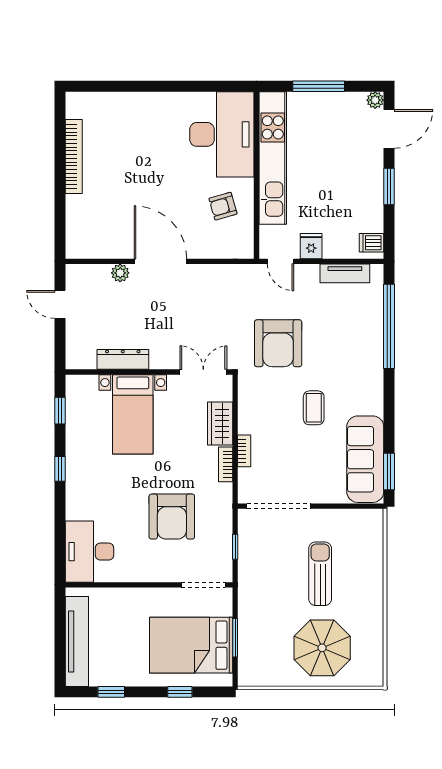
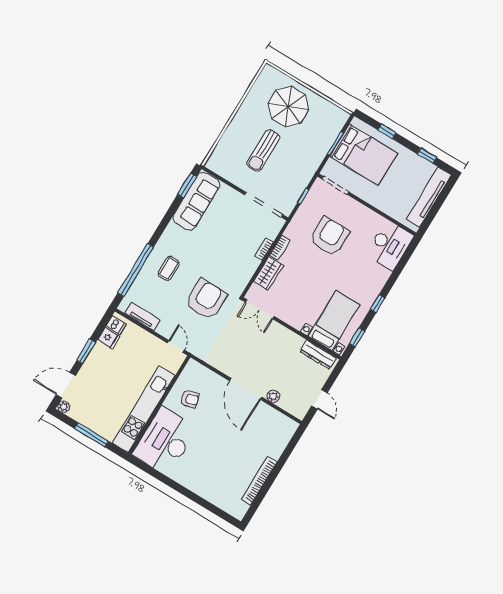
fridge: (311, 246) -> (109, 338), moved, turned -90
dresser: (123, 359) -> (318, 355), moved
coffee table: (314, 408) -> (169, 269), moved
bed with nightstands: (133, 414) -> (334, 321), moved

